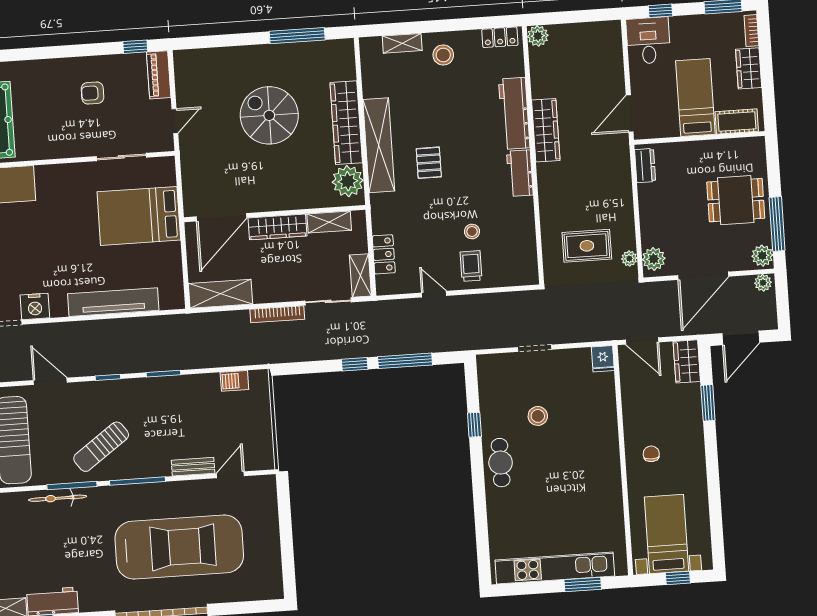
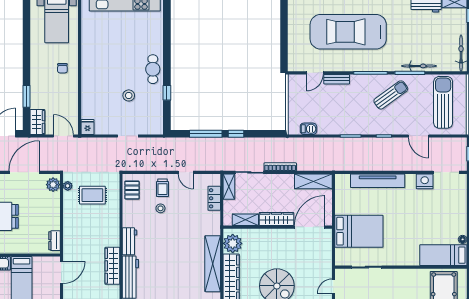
pallet: (429, 163) -> (132, 190), moved

